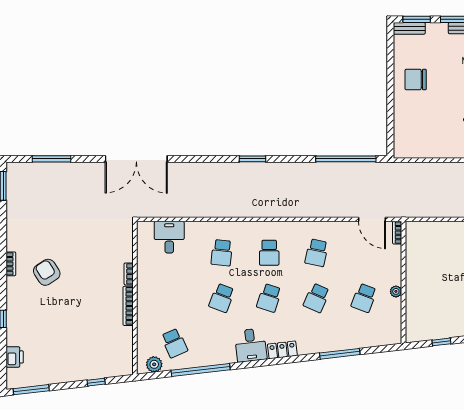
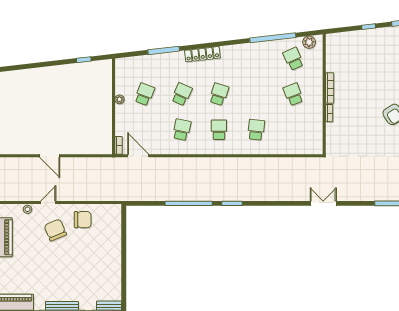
chair: (416, 79) -> (83, 220), moved
double door: (136, 159) -> (323, 203), width x0.54
window: (346, 159) -> (189, 203), moved
desk: (169, 237) -> (297, 142), removed
school desk: (222, 298) -> (293, 94), moved, turned -42
desk: (251, 345) -> (233, 57), removed
locker: (282, 350) -> (202, 54), width x1.53
window: (96, 382) -> (369, 27), moved

